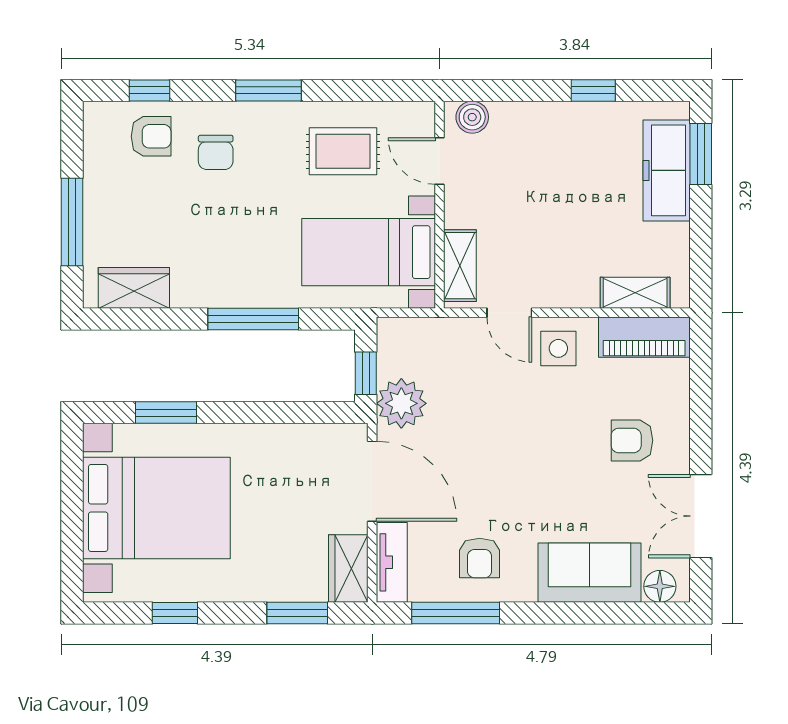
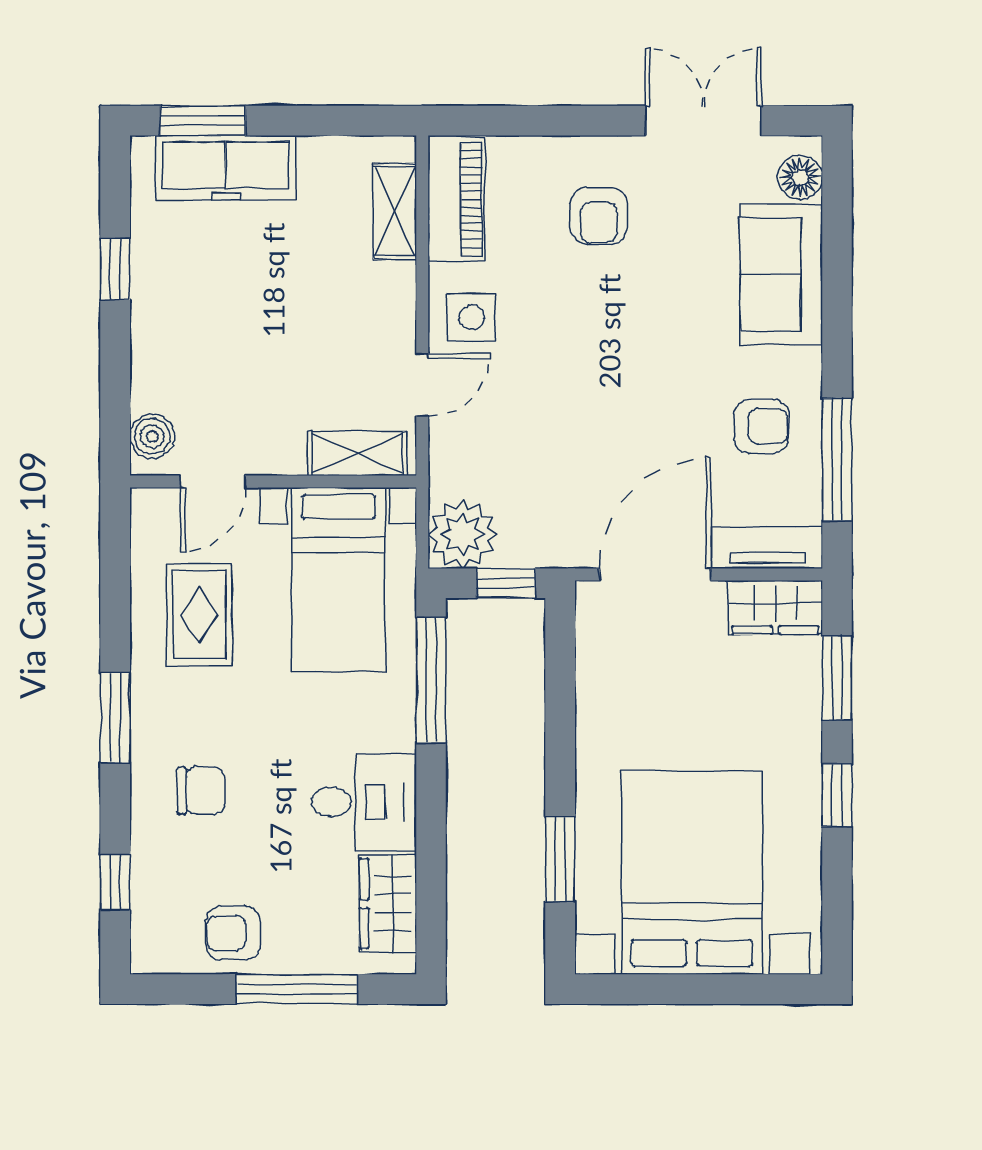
armchair: (151, 136) -> (233, 933), moved, turned -90
desk: (207, 270) -> (364, 802), added
window: (253, 319) -> (431, 680), moved
plant: (401, 403) -> (463, 534), moved
double door: (701, 516) -> (703, 121), swing flipped
window: (175, 613) -> (837, 795), moved

